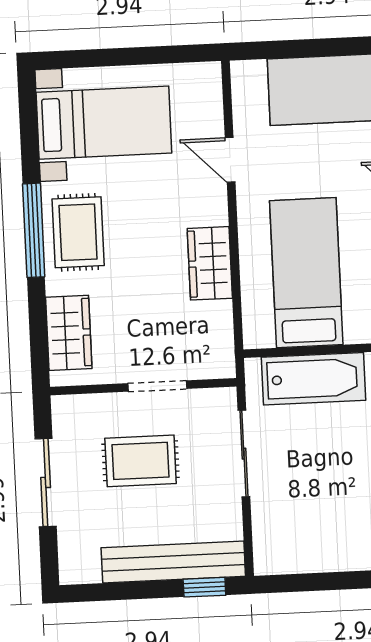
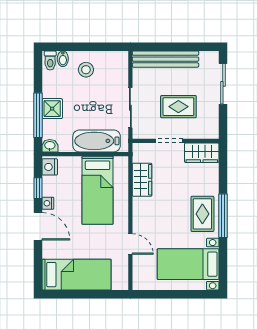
wardrobe: (210, 263) -> (142, 180), moved
wardrobe: (69, 333) -> (202, 153), moved, turned -90
sliding door: (46, 482) -> (223, 84), moved
stool: (344, 531) -> (86, 70), added
window: (204, 587) -> (152, 47), removed

